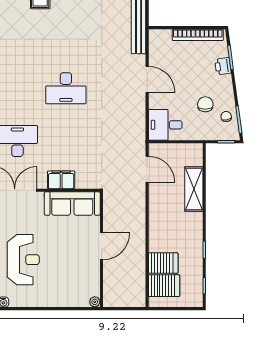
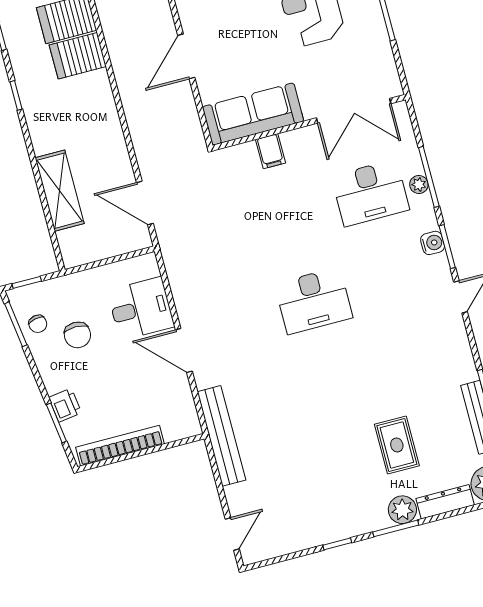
desk: (66, 88) -> (314, 301), turned 180
desk: (165, 125) -> (141, 309), moved
filing cabinet: (61, 180) -> (271, 151), width x0.50

